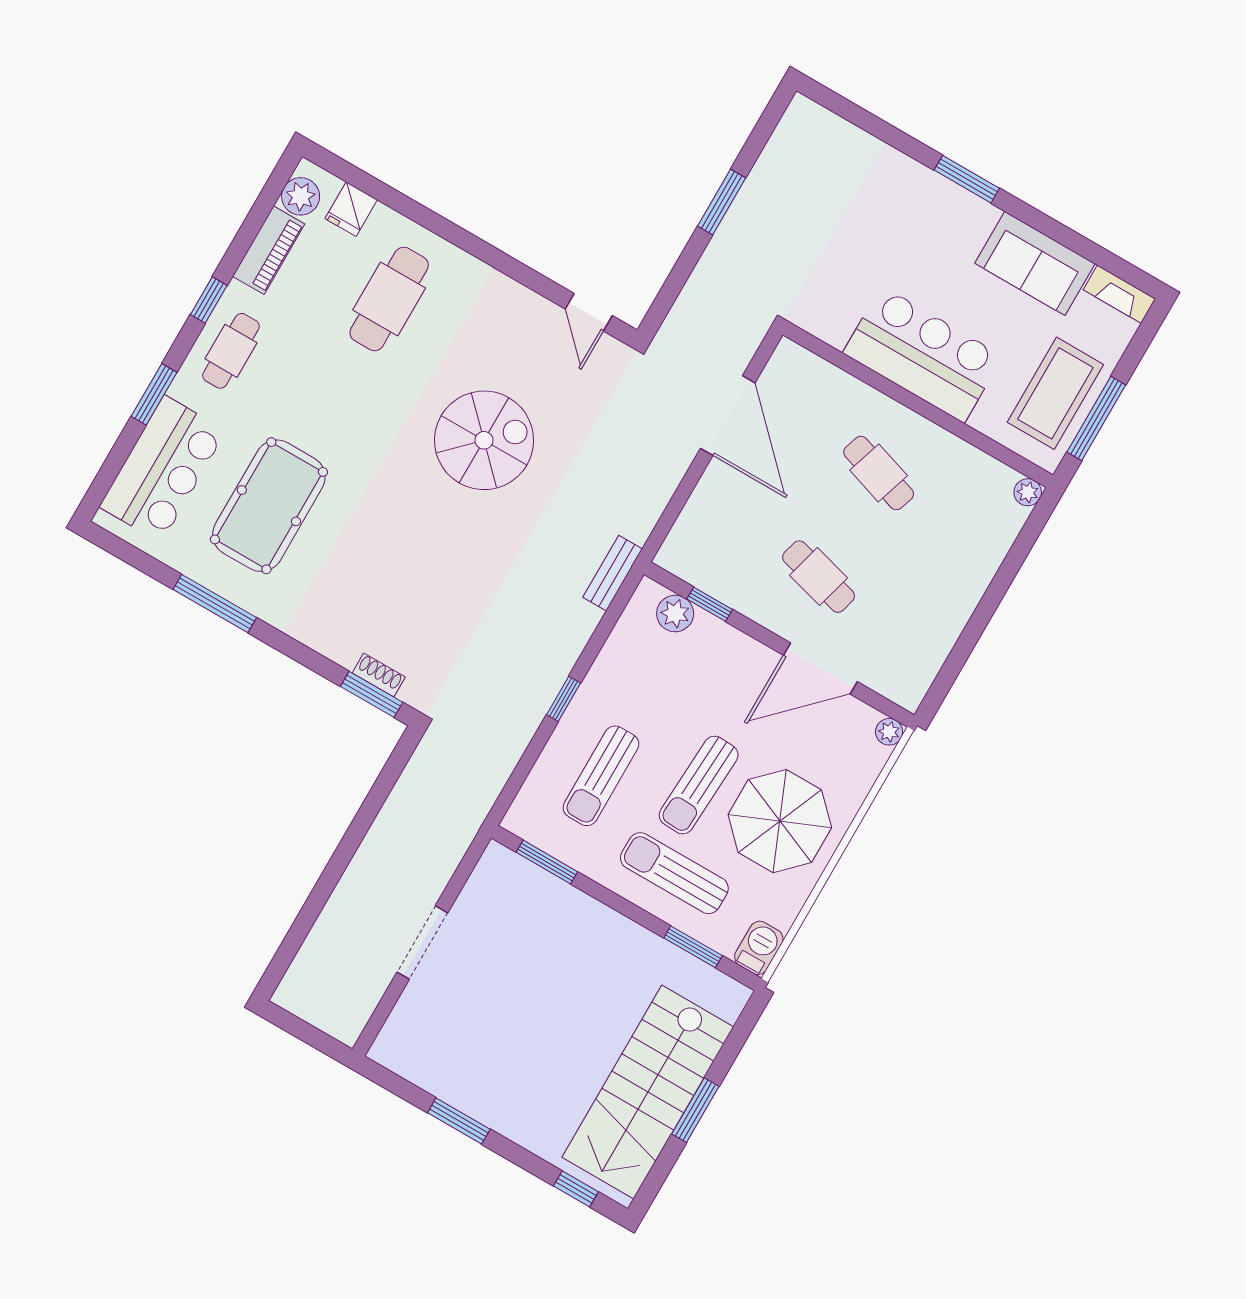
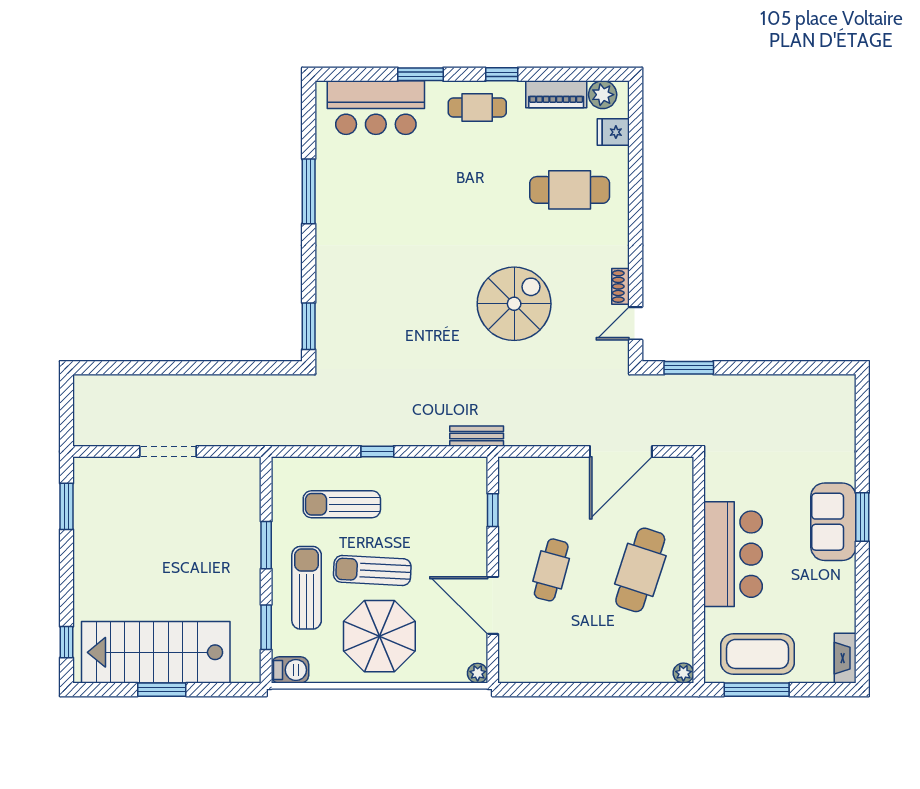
window: (722, 202) -> (689, 368), moved
sofa: (1035, 263) -> (833, 522), moved
spiral stairs: (484, 440) -> (514, 304), turned -90
cafe table: (879, 473) -> (640, 570), width x1.37, depth x1.35
pool table: (269, 506) -> (392, 190), removed
plant: (675, 614) -> (474, 491), removed
shoe rack: (379, 675) -> (621, 286), moved, turned 180
window: (547, 862) -> (266, 545), moved
window: (459, 1121) -> (67, 506), moved

